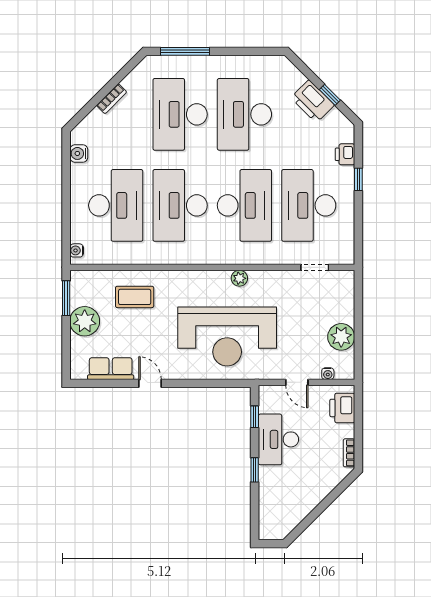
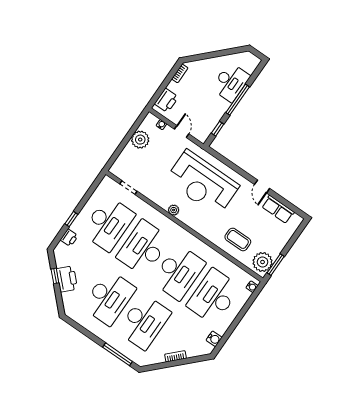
plant: (85, 321) -> (263, 262), moved
reception desk: (227, 336) -> (202, 183), turned 180
desk: (278, 439) -> (231, 82), moved
window: (255, 470) -> (238, 100), width x2.17

